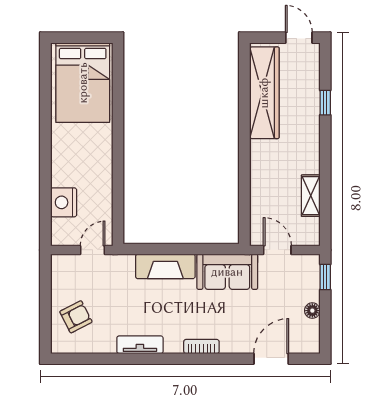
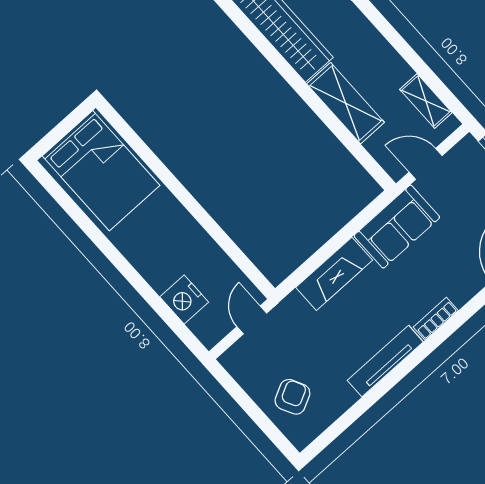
shelving: (262, 172) -> (346, 103), added
shelving: (311, 196) -> (426, 101), moved
tv unit: (140, 345) -> (385, 361), width x1.41

